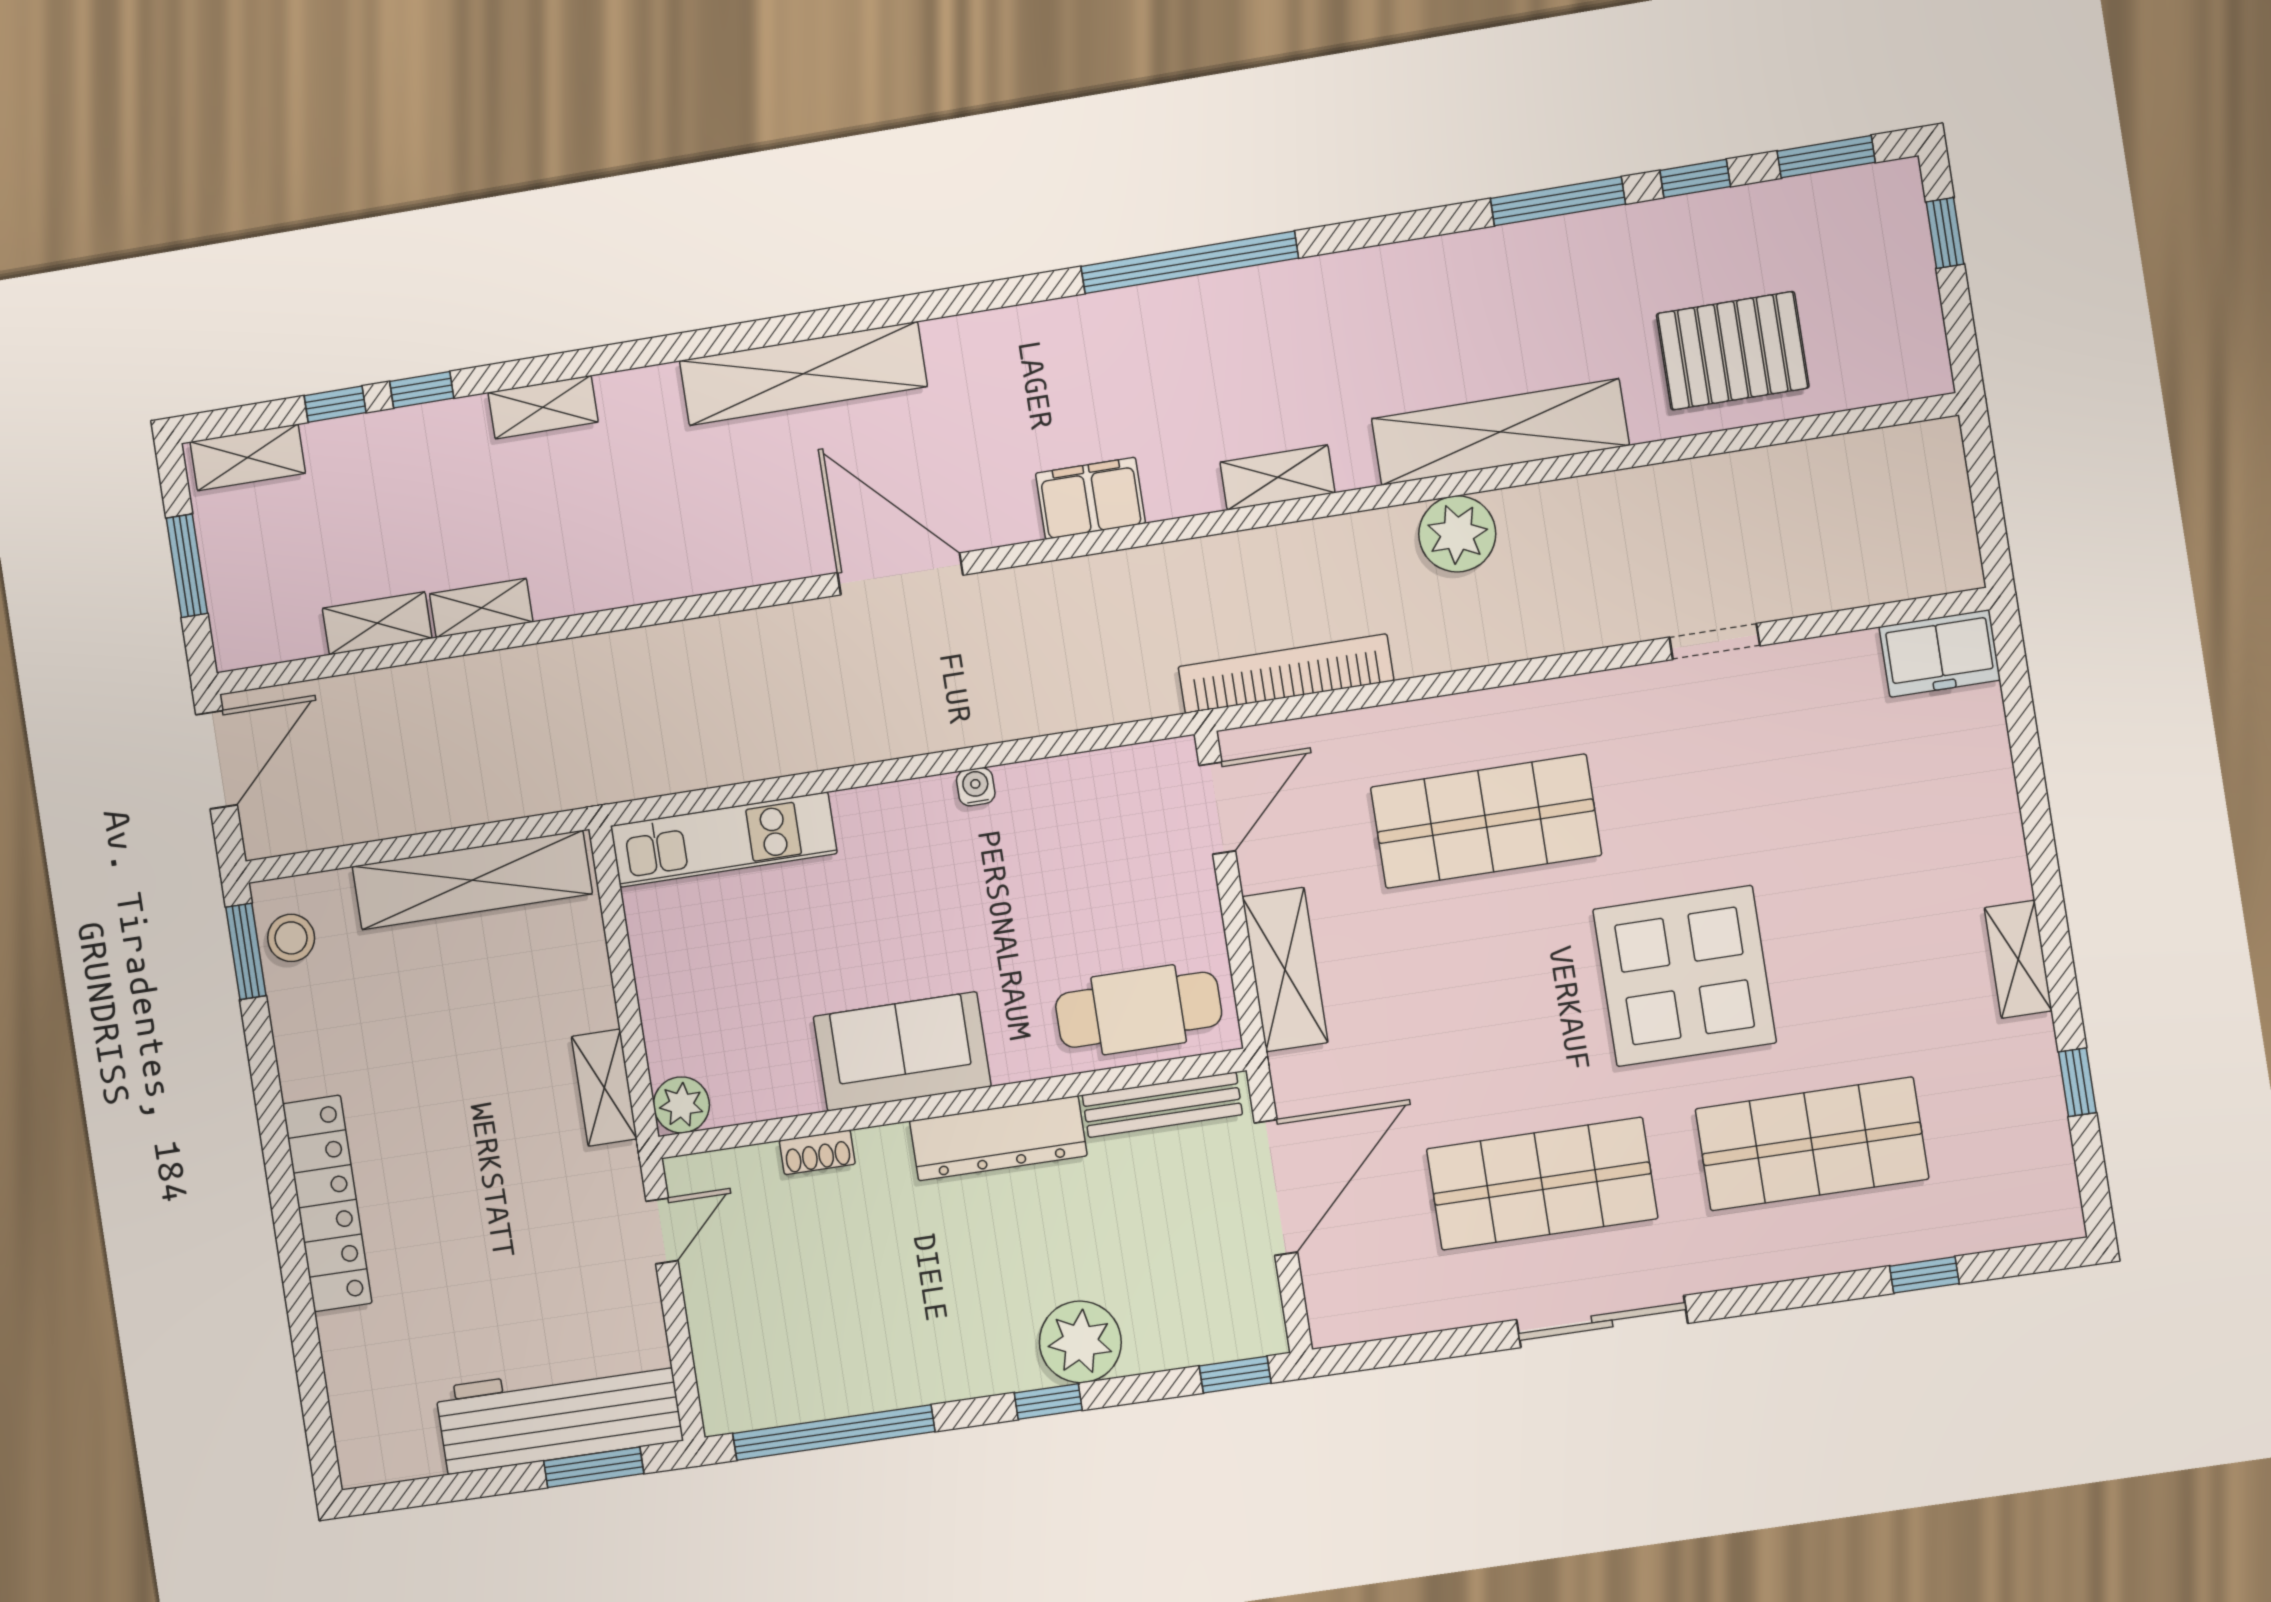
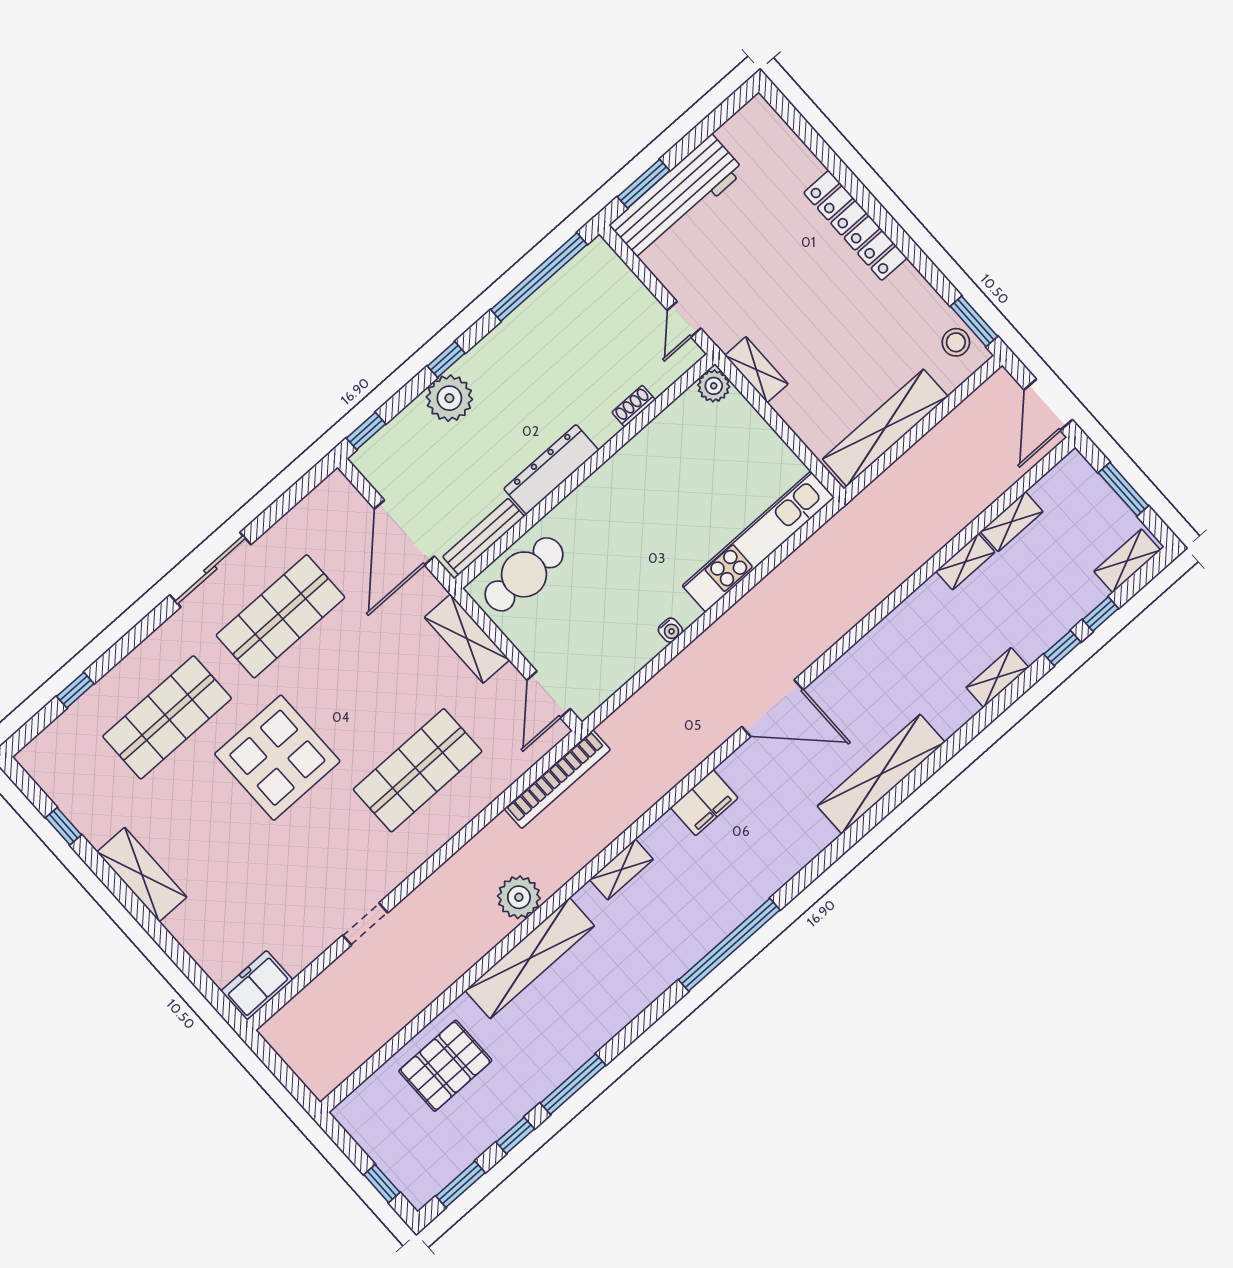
kitchen unit: (724, 840) -> (758, 542), width x1.36
shelving: (2018, 959) -> (142, 875), width x1.50, depth x1.33
sofa: (902, 1051) -> (624, 481), removed

